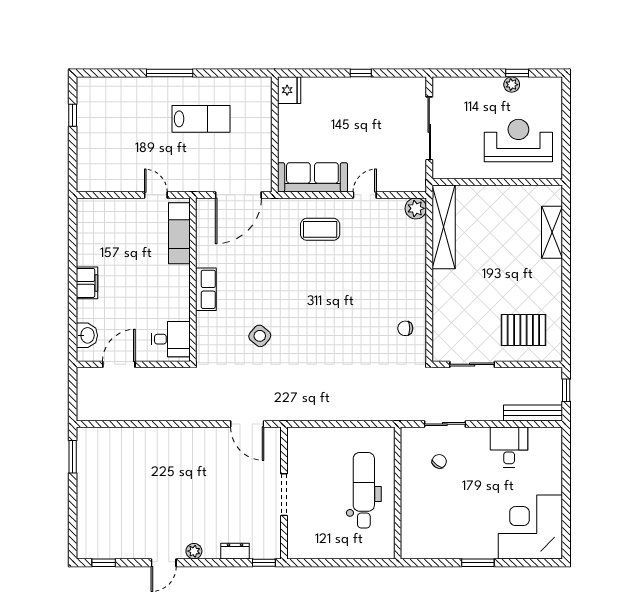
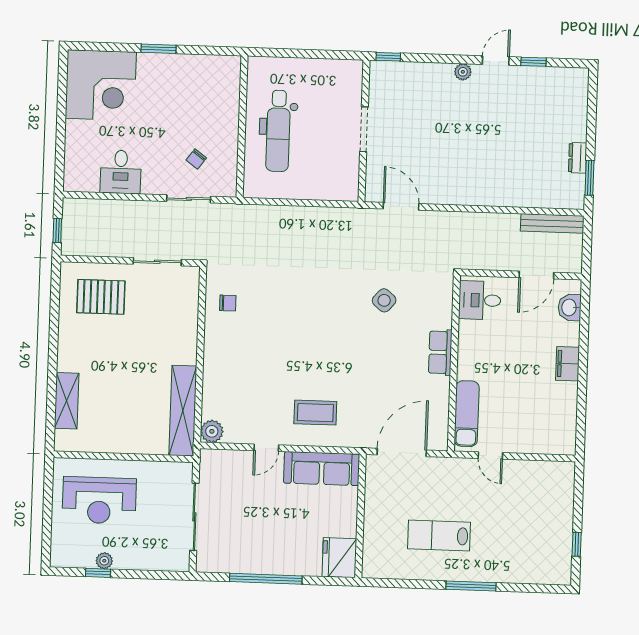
window: (361, 73) -> (266, 579), width x3.17
fridge: (289, 90) -> (339, 558), width x1.36, depth x1.34
bench: (533, 413) -> (552, 223), moved
dresser: (235, 551) -> (578, 158), moved, turned 90
window: (104, 563) -> (533, 62), moved

